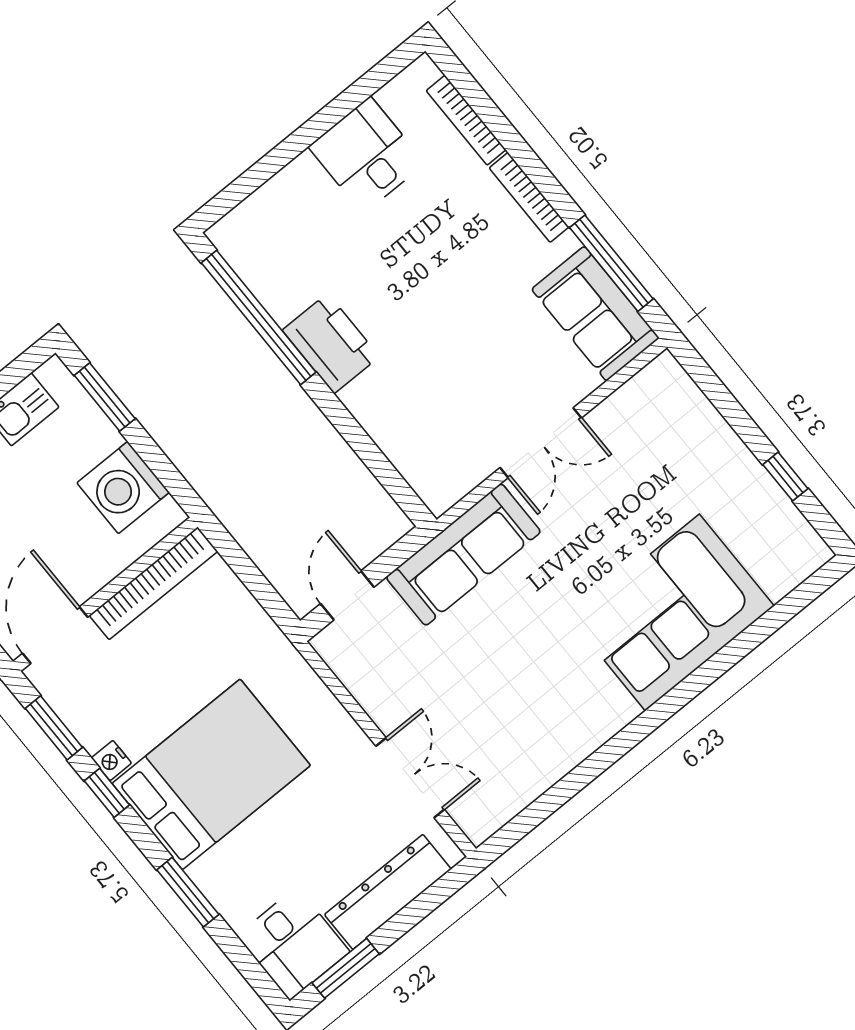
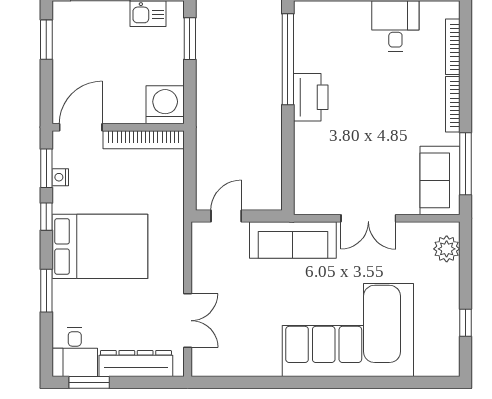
plant: (679, 398) -> (447, 249), added
washing machine: (123, 487) -> (165, 105), moved, turned 90
corner sofa: (672, 612) -> (348, 330), width x1.36, depth x1.36
nightstand: (111, 761) -> (60, 177), moved

